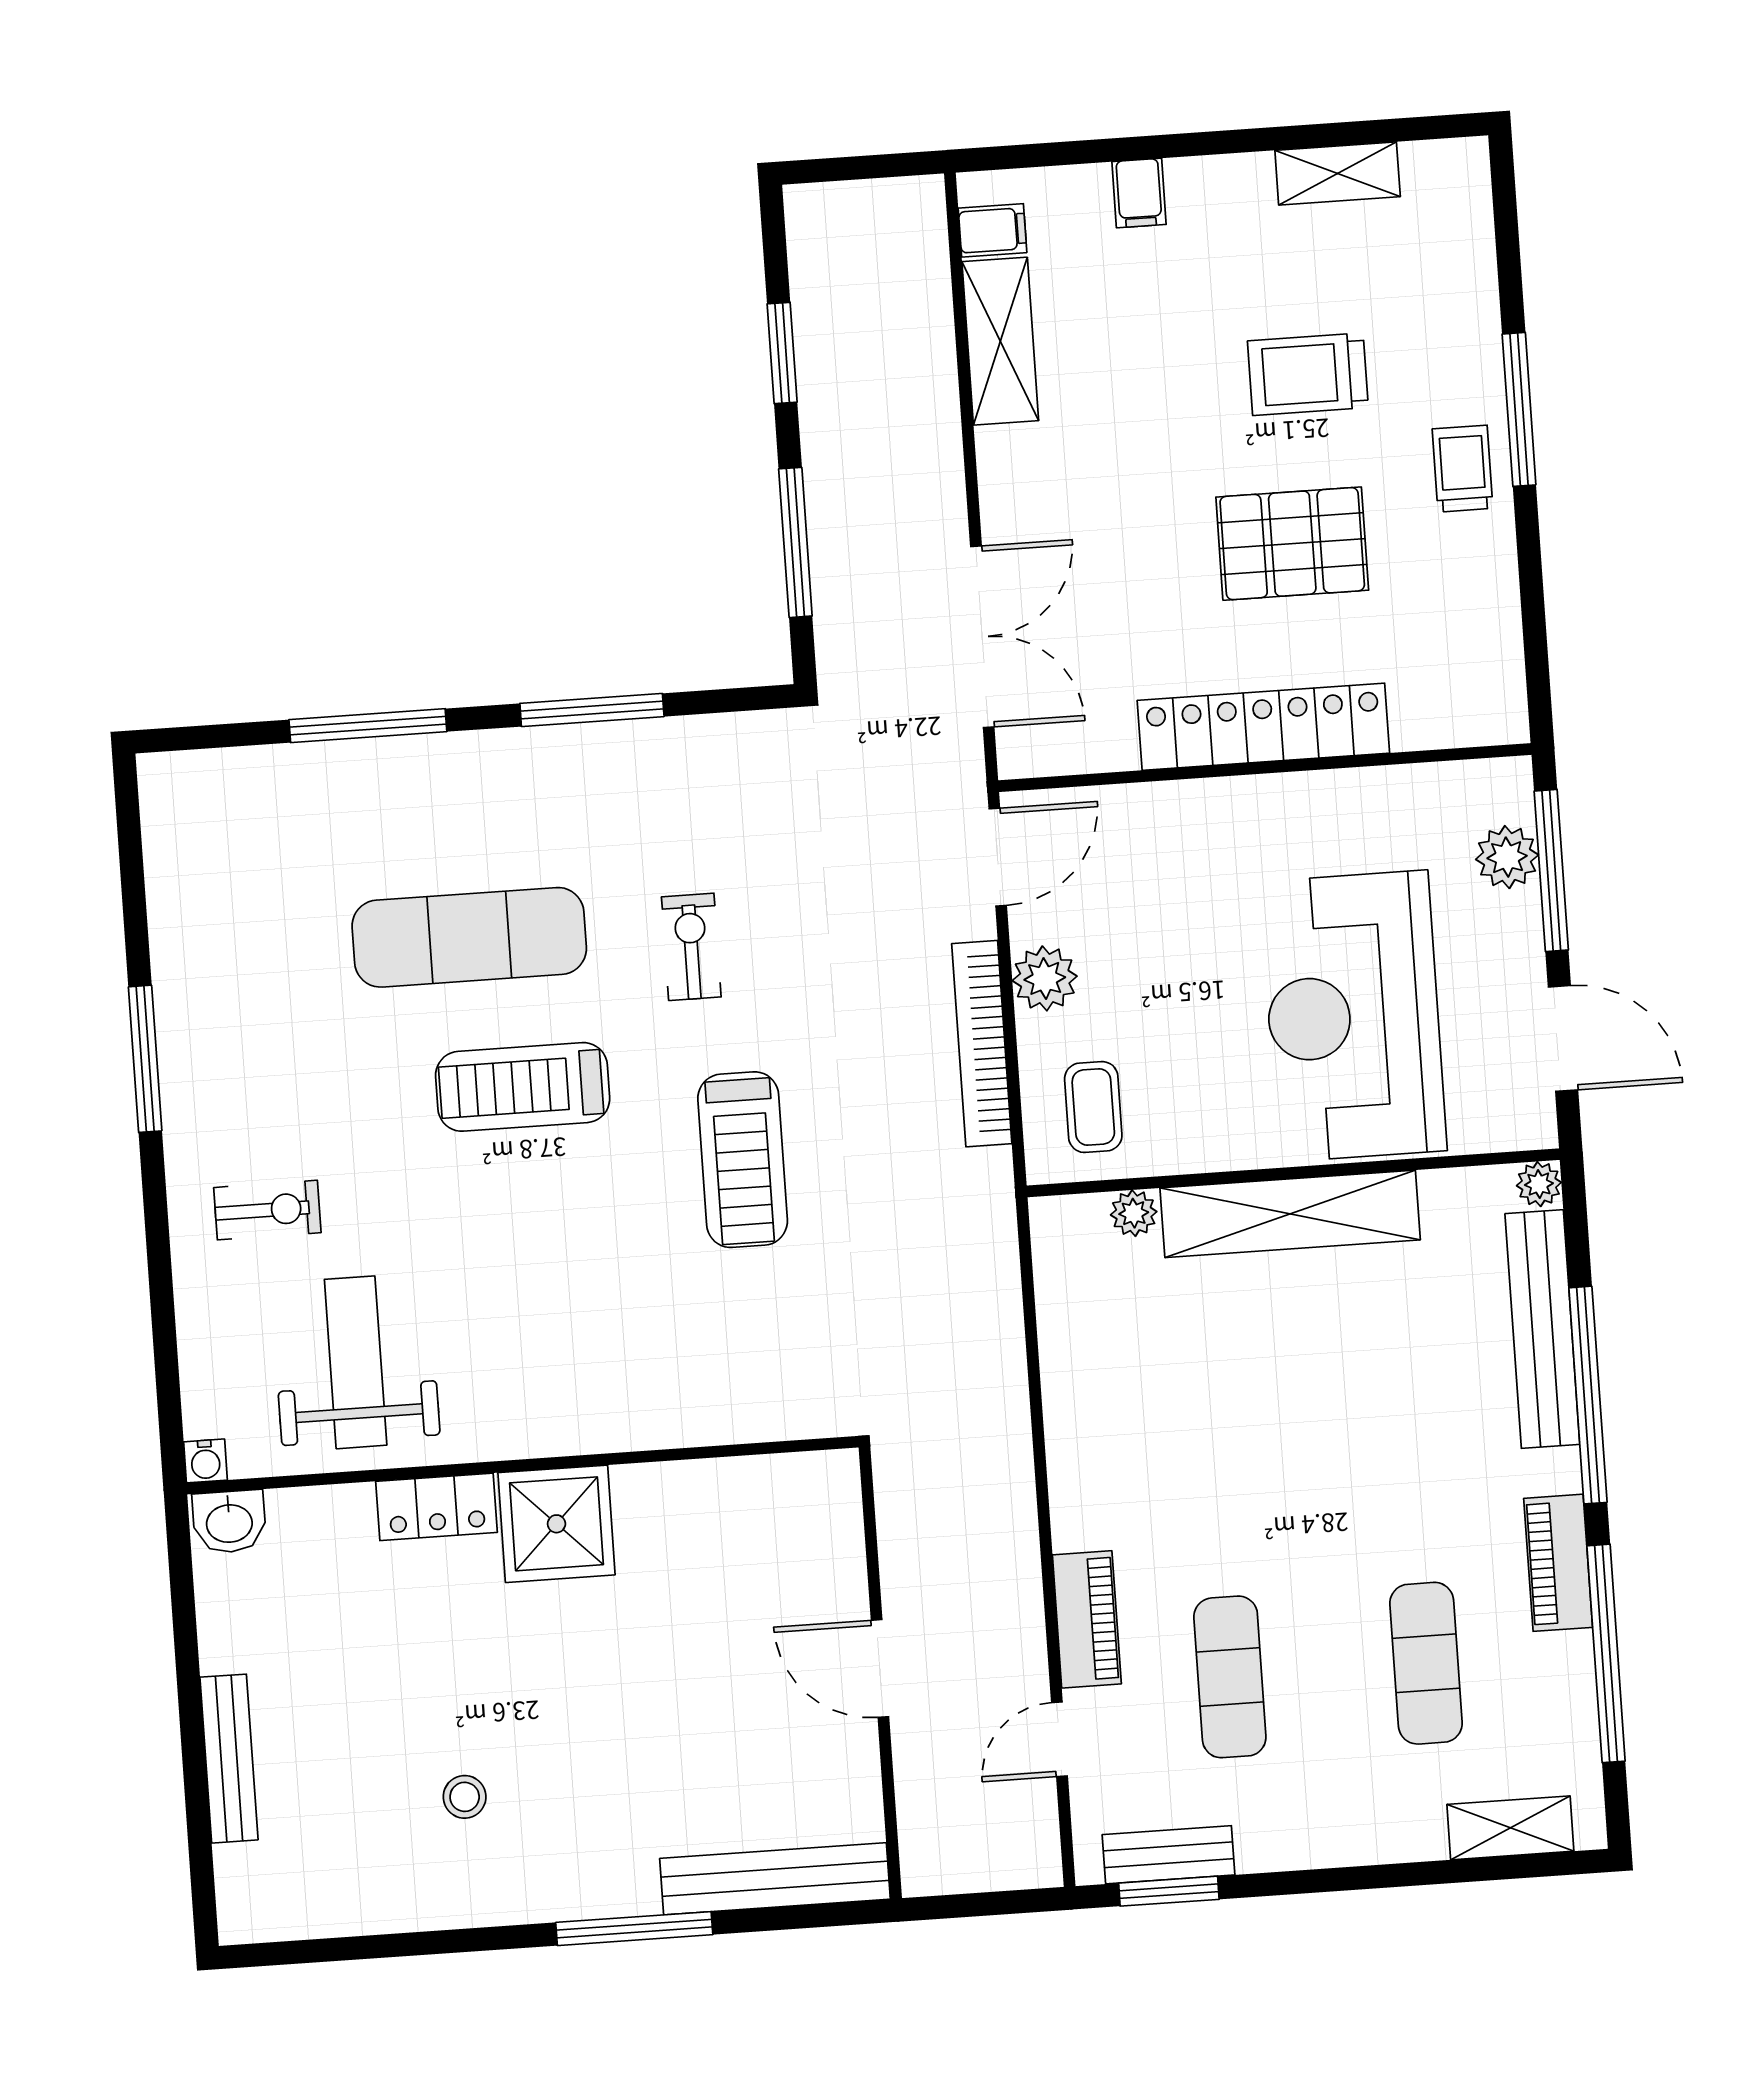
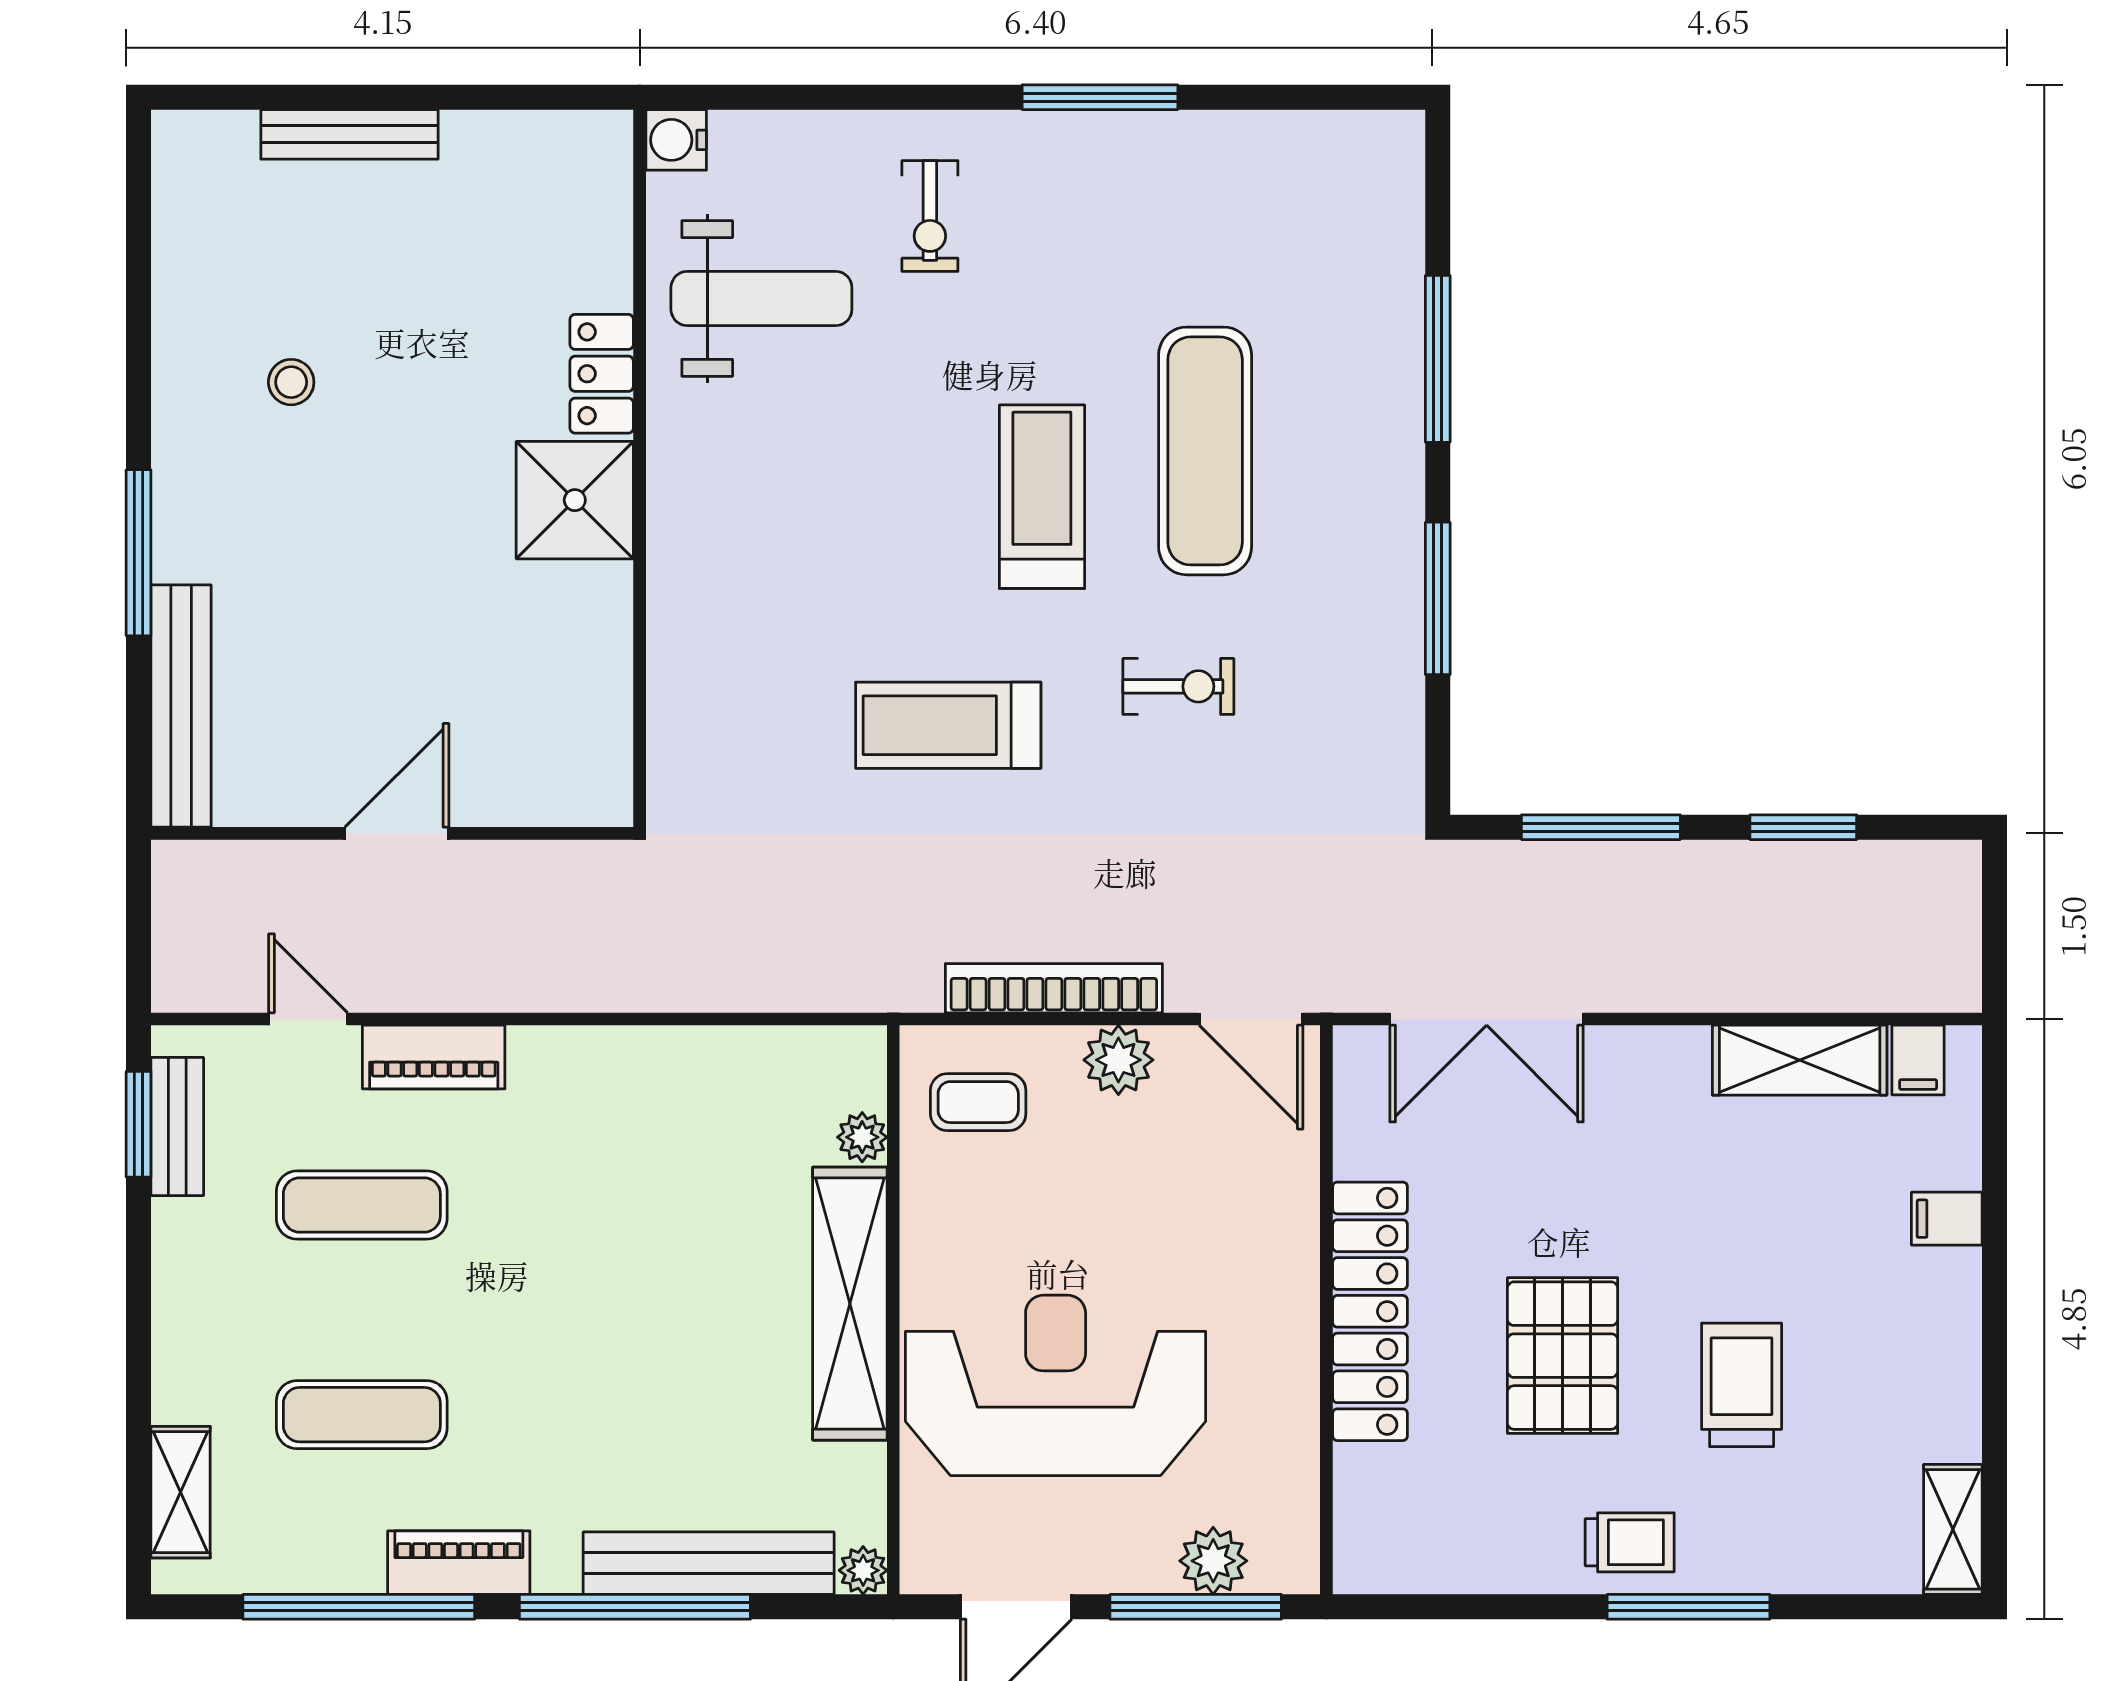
shelving: (1338, 173) -> (1953, 1529), moved
water cooler: (205, 1461) -> (676, 140), width x1.38, depth x1.38
washbasin: (229, 1522) -> (601, 152), removed

